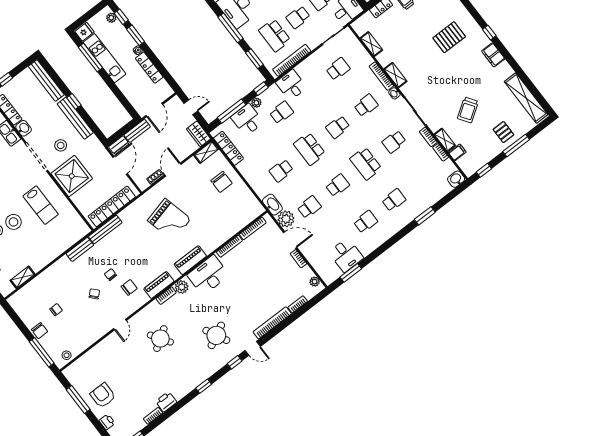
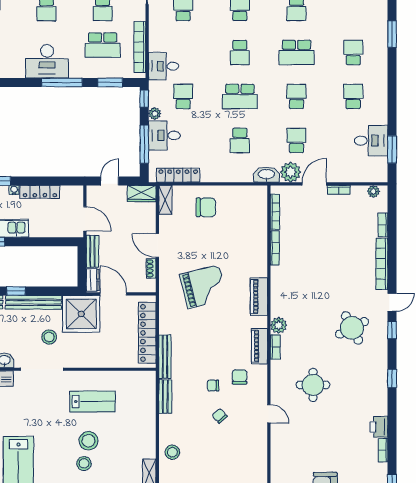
shower: (72, 176) -> (81, 314), moved
desk: (208, 275) -> (287, 290), removed
stool: (48, 282) -> (172, 452), added
chair: (56, 310) -> (206, 465), removed
round table: (160, 339) -> (313, 385), turned 33

